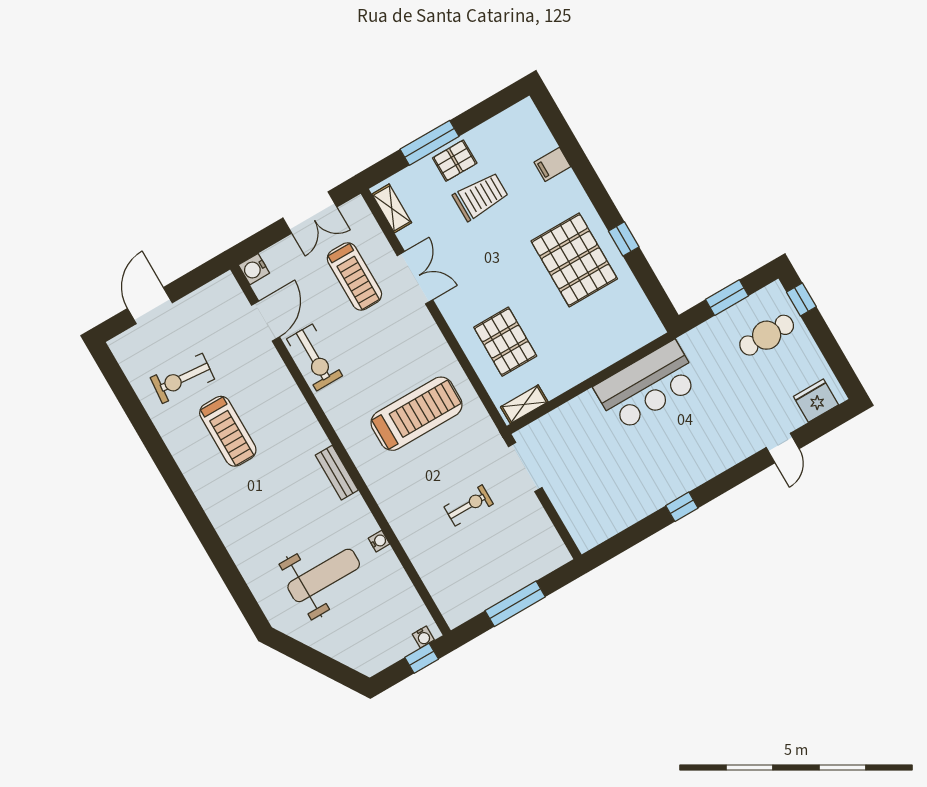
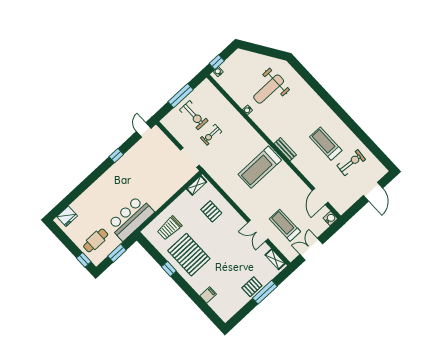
trolley: (481, 196) -> (169, 228), moved
pallet: (505, 342) -> (211, 211), width x0.67, depth x0.71
exercise bike: (314, 357) -> (194, 115), moved, turned 180
bar counter: (647, 386) -> (131, 218), moved
treadmill: (416, 414) -> (260, 167), moved
door: (783, 448) -> (144, 130), moved
bench: (337, 473) -> (285, 149), moved

